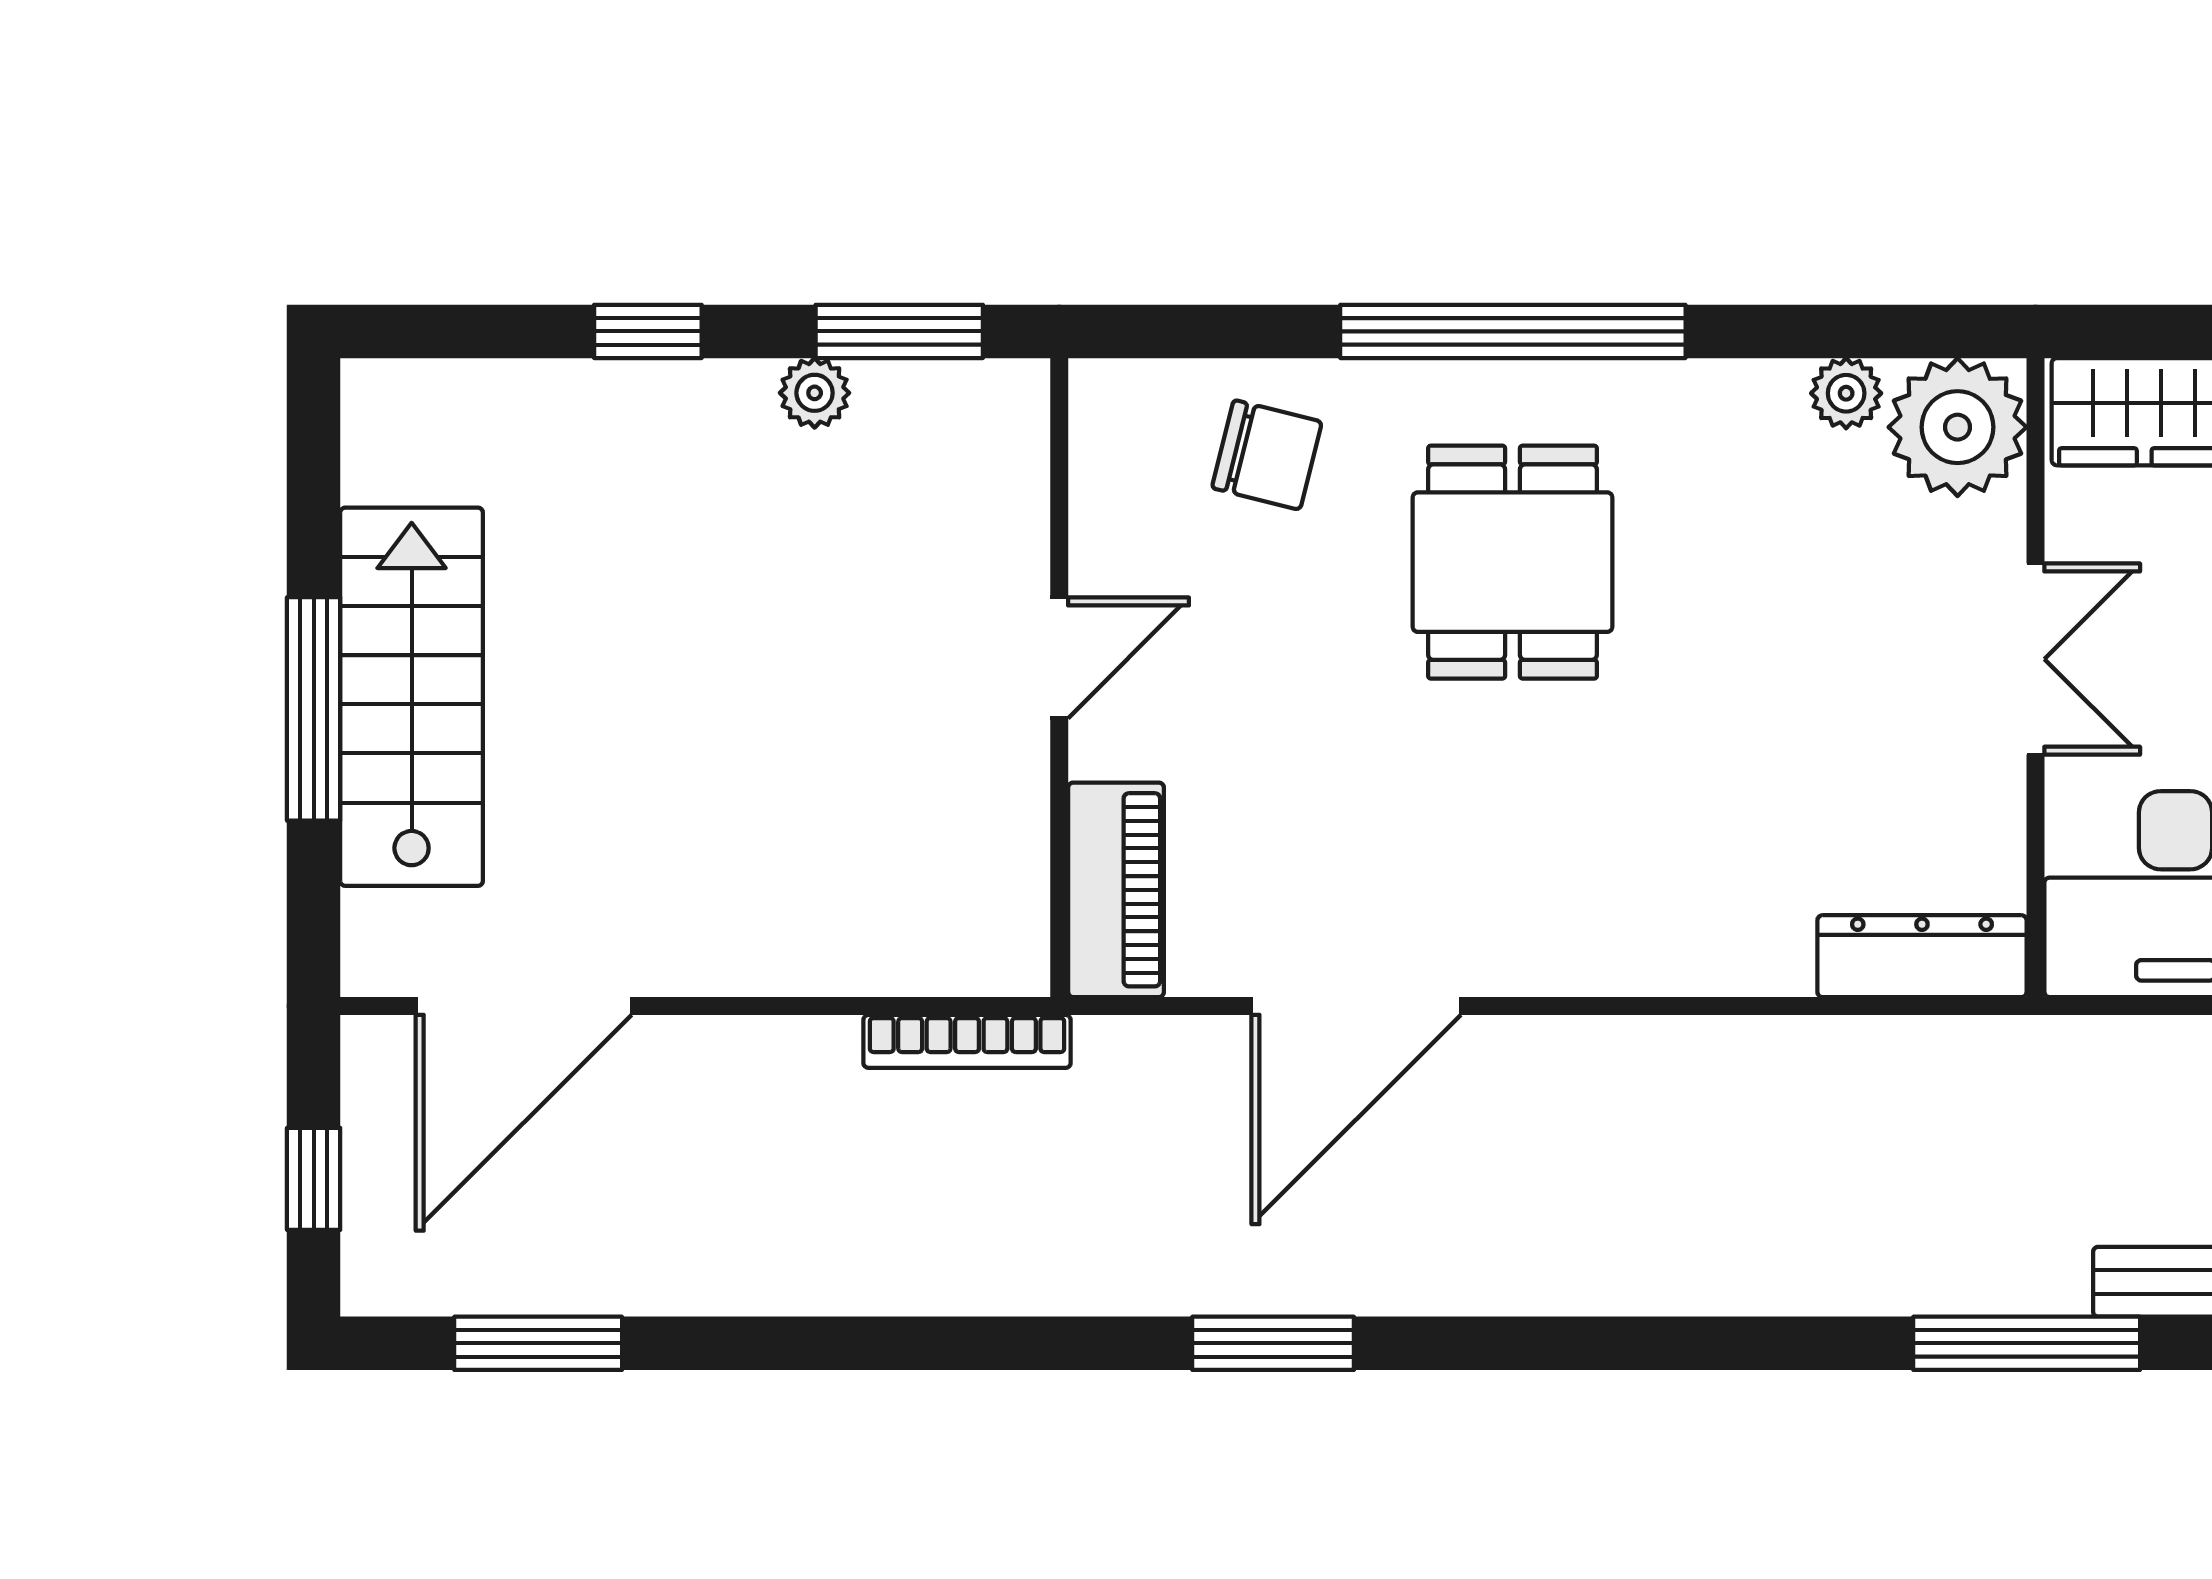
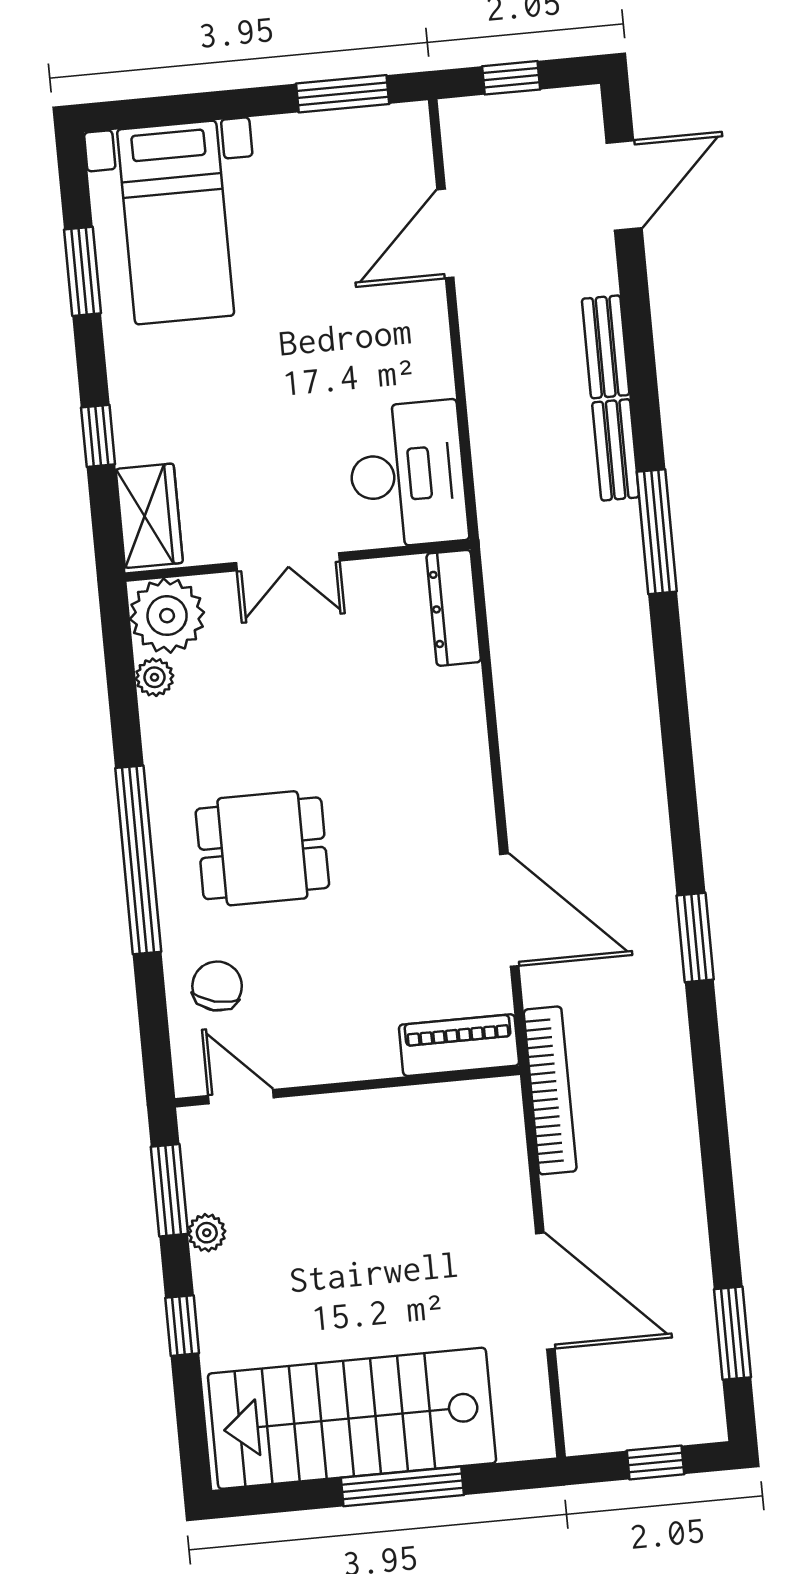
door: (1059, 658) -> (241, 1097), moved
double door: (2035, 659) -> (288, 562), swing flipped
stairs: (412, 697) -> (352, 1418), width x1.36, depth x1.51
door: (524, 1006) -> (545, 1291), moved
bookcase: (967, 1041) -> (550, 1090), width x1.48, depth x1.31

